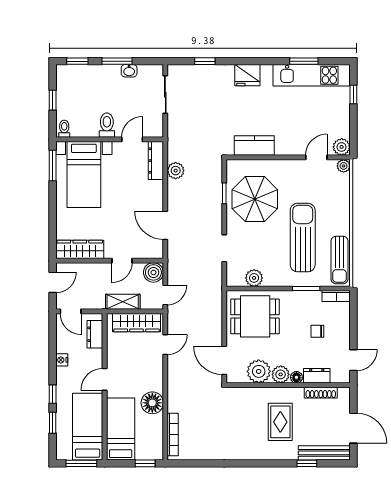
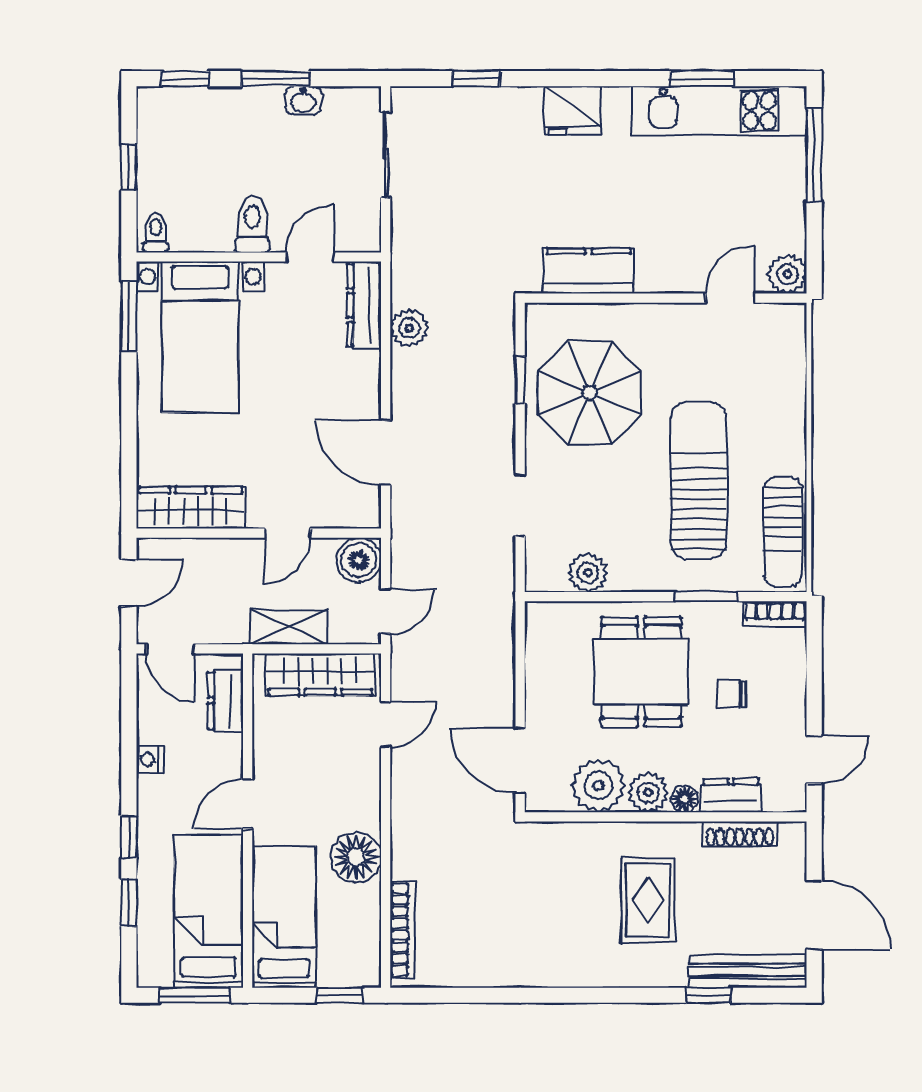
window: (353, 95) -> (814, 155), width x2.17
plant: (344, 166) -> (792, 317), removed
dining table: (255, 316) -> (641, 672), moved, turned 90

